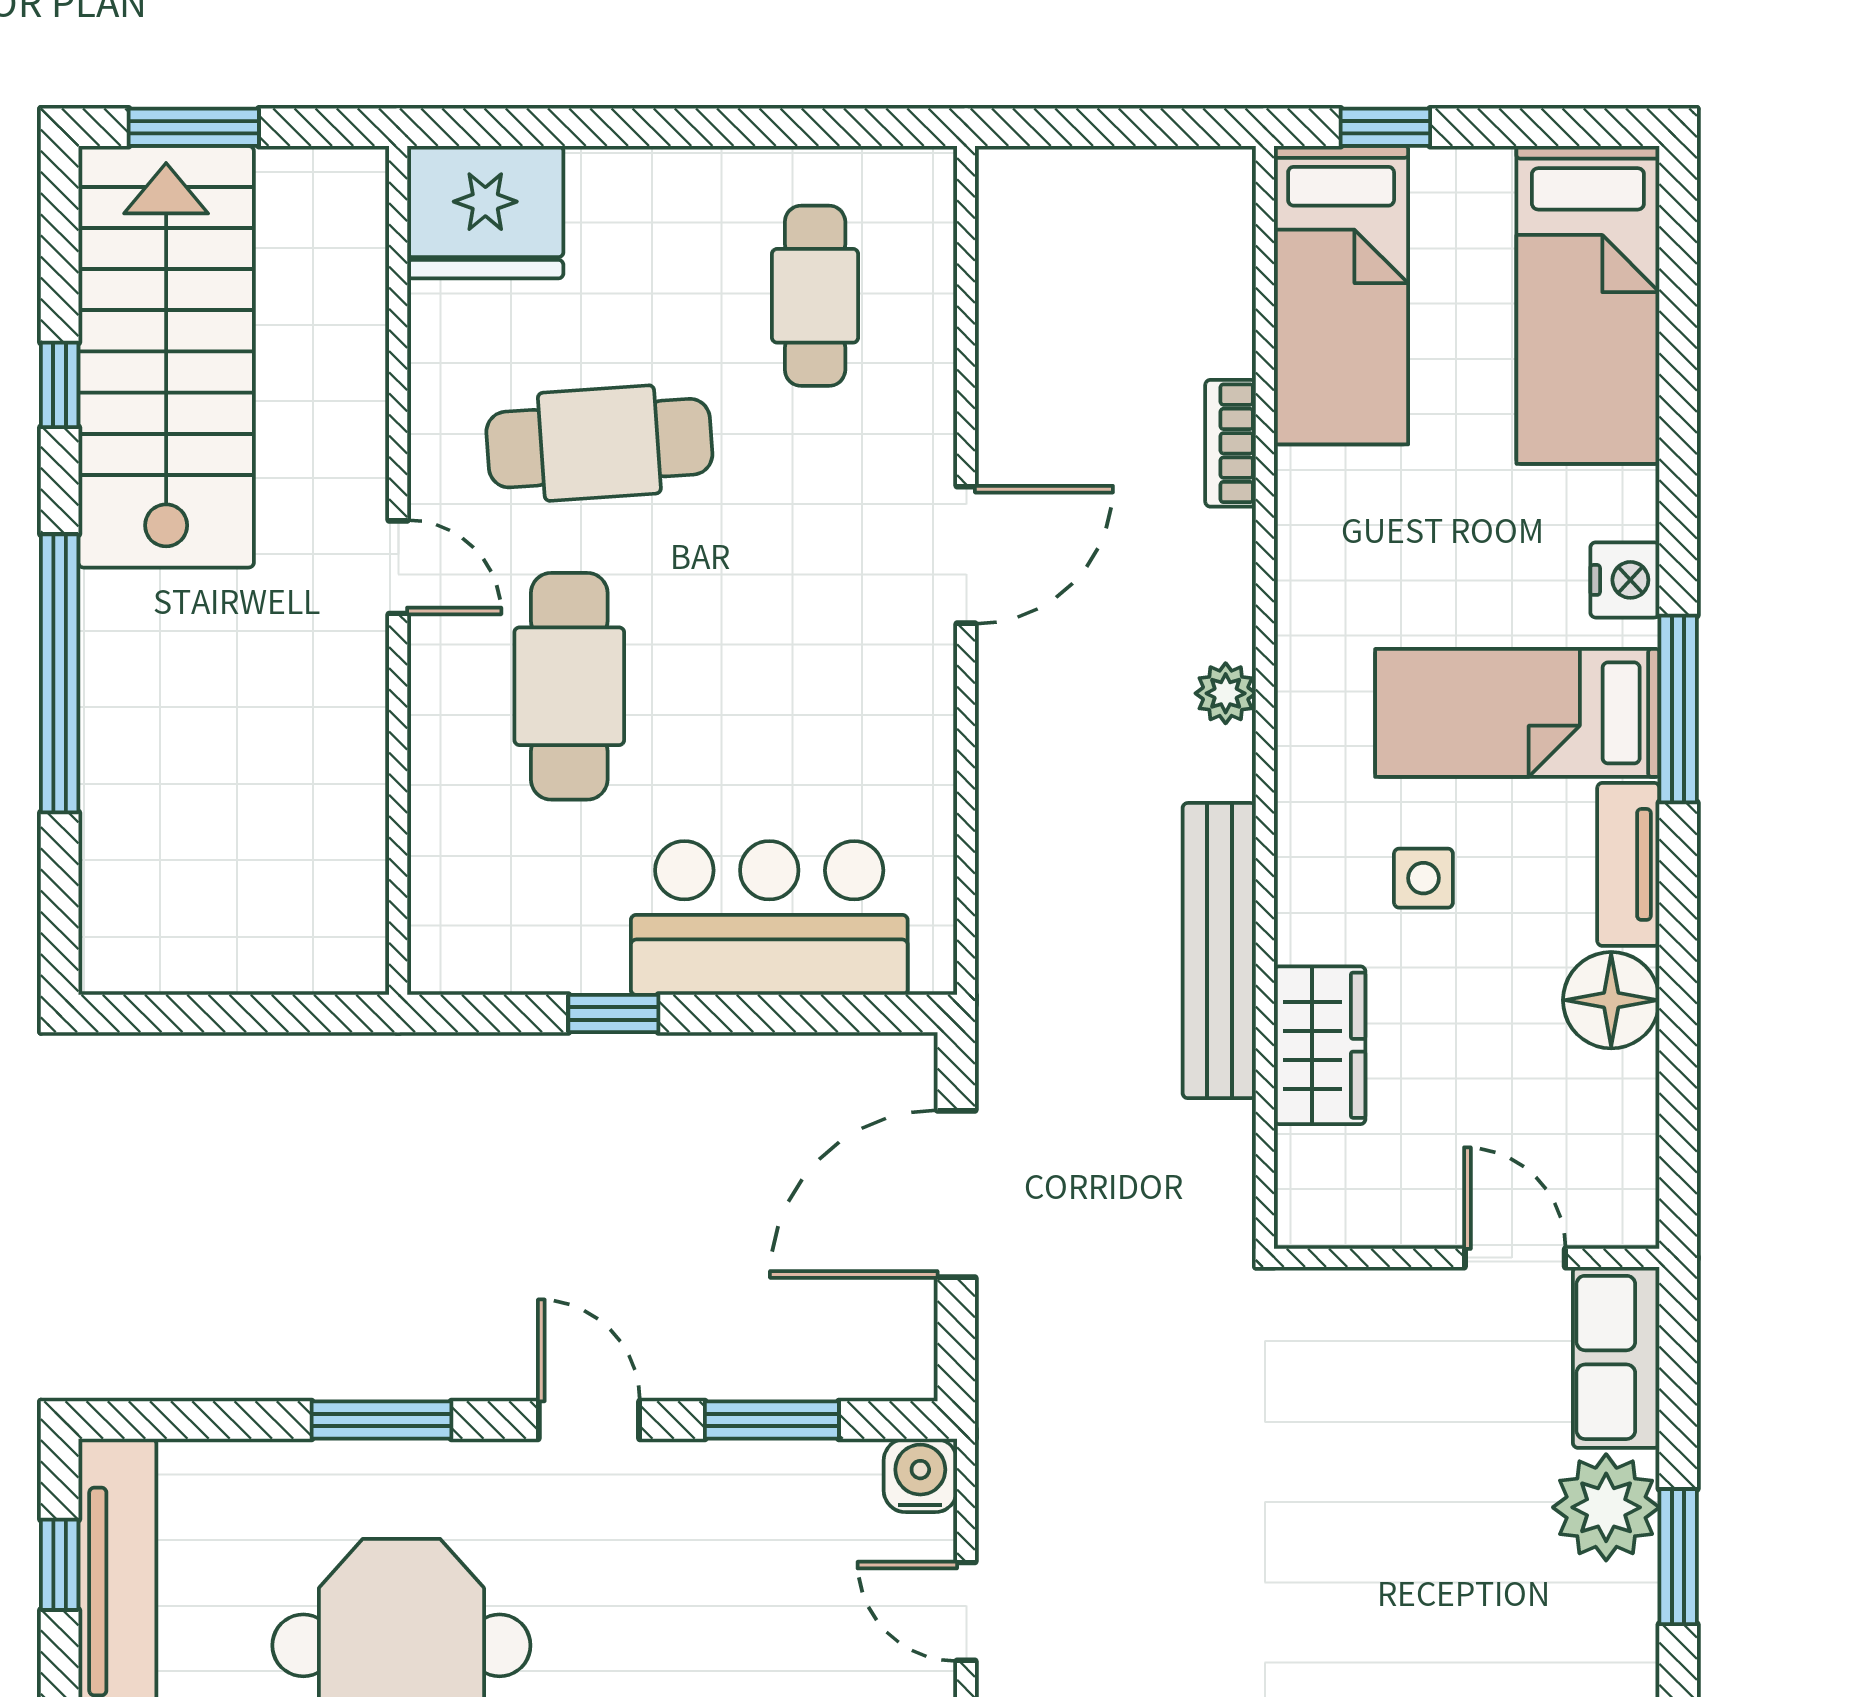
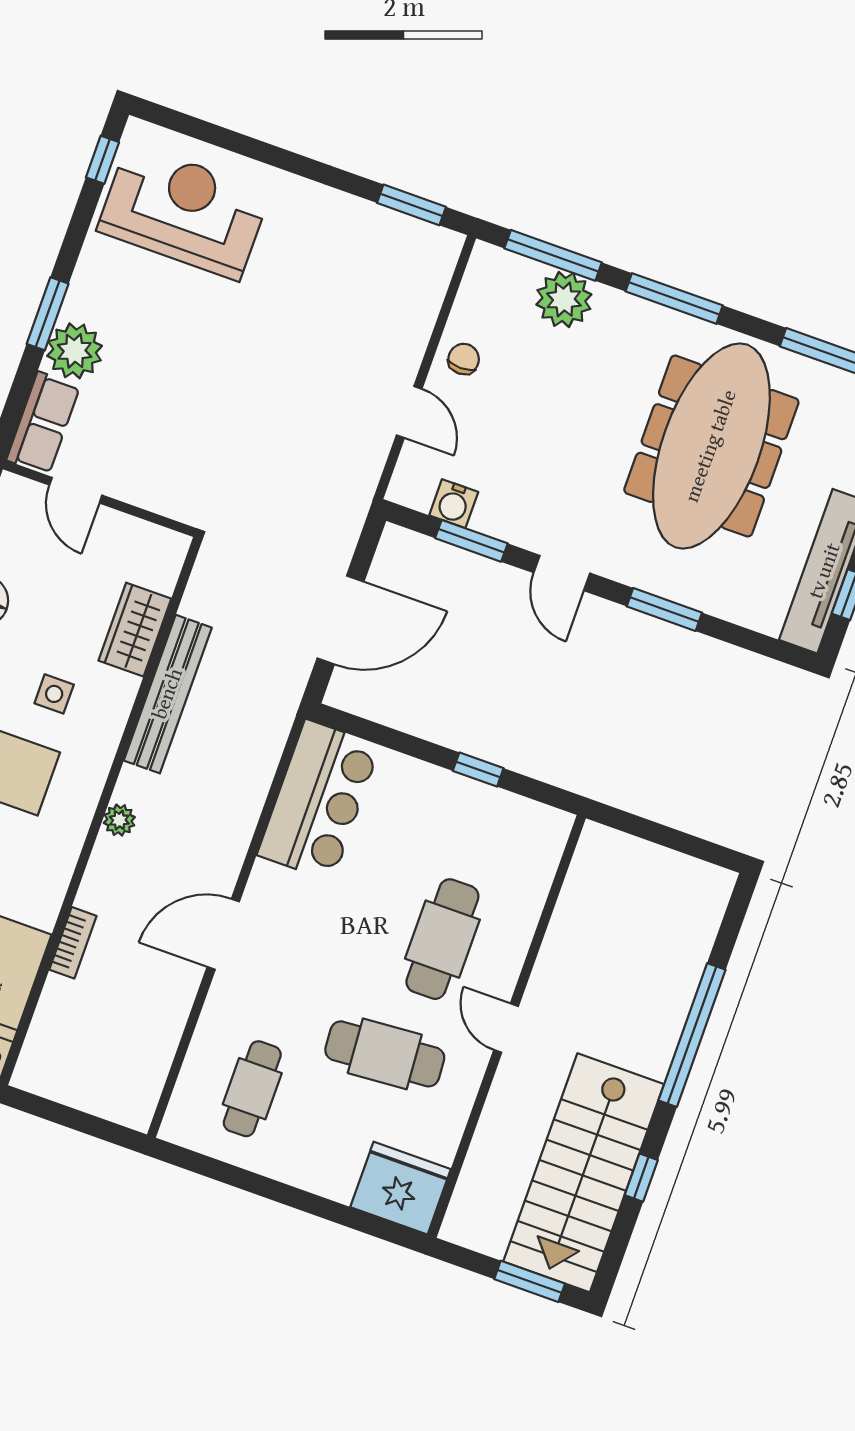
bar counter: (769, 918) -> (319, 800), moved, turned -90
water cooler: (920, 1475) -> (454, 504), moved

